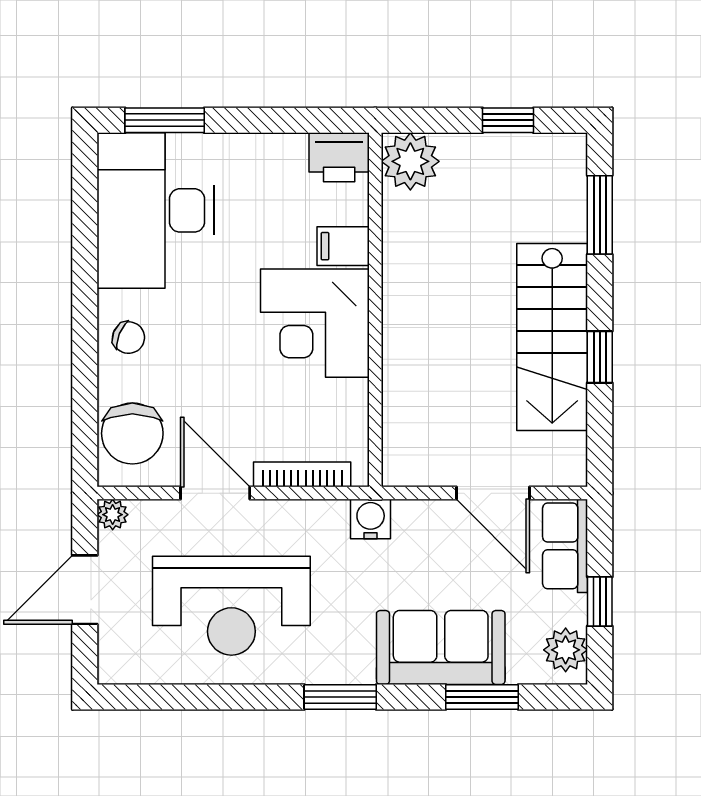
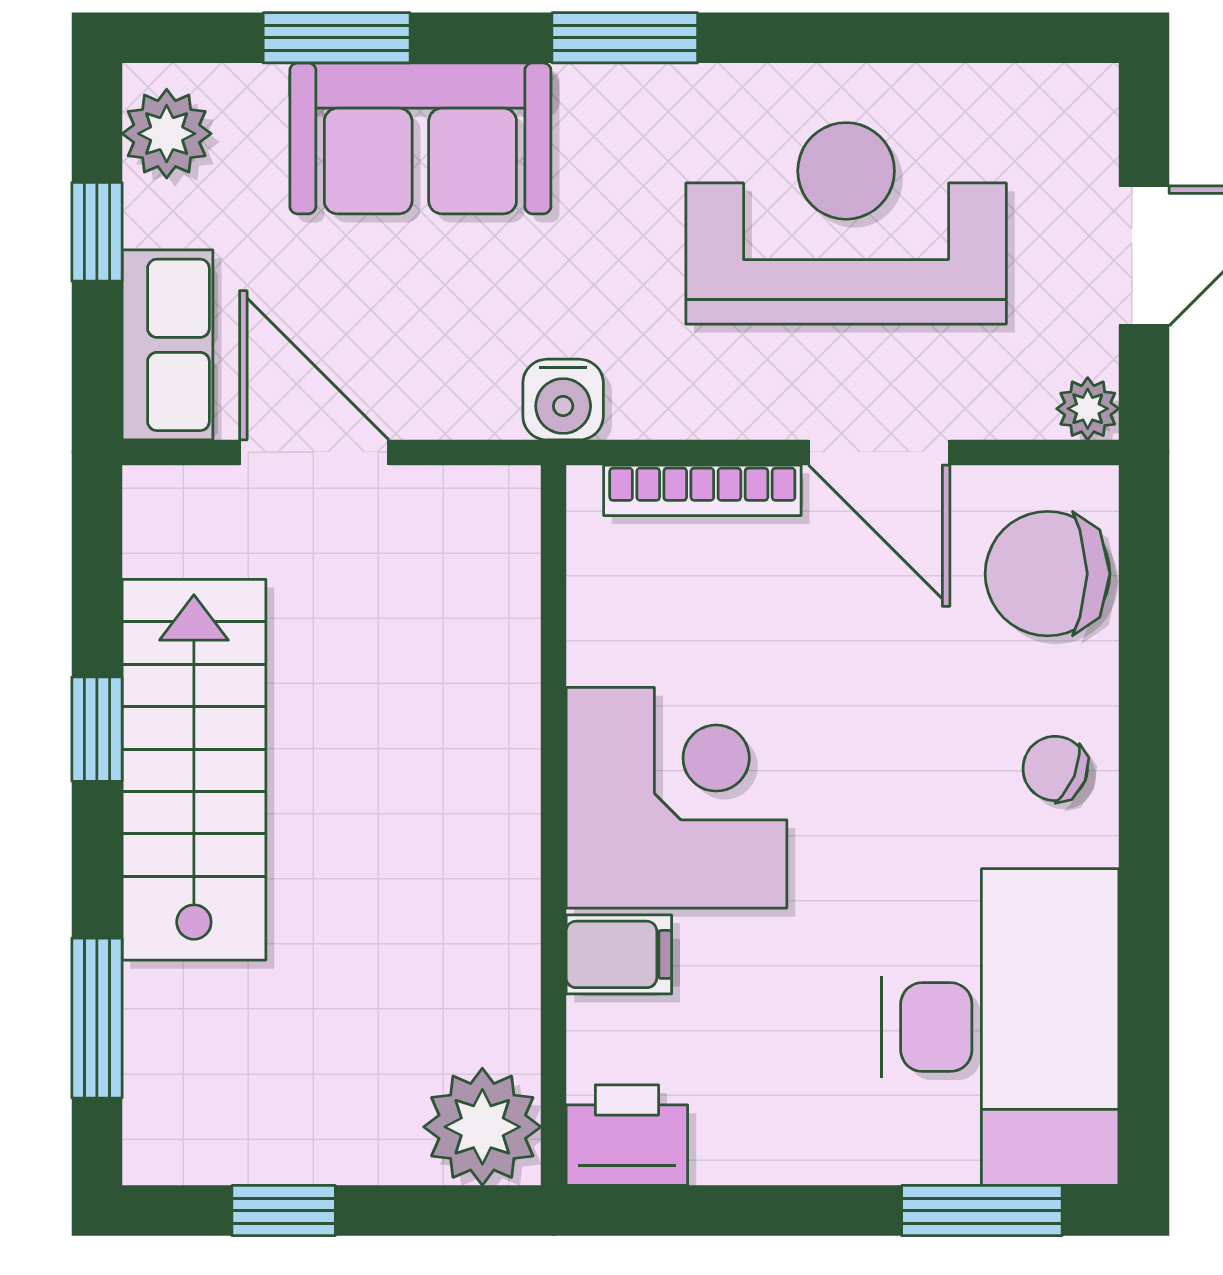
chair: (132, 433) -> (1048, 574), turned -90

